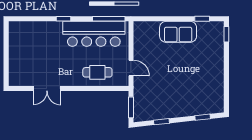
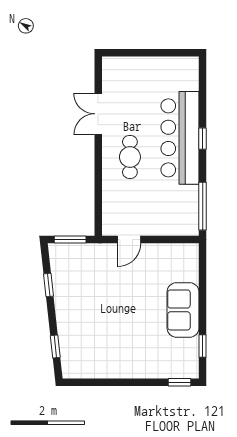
bar counter: (94, 34) -> (180, 138), moved
cafe table: (97, 72) -> (130, 157), moved

